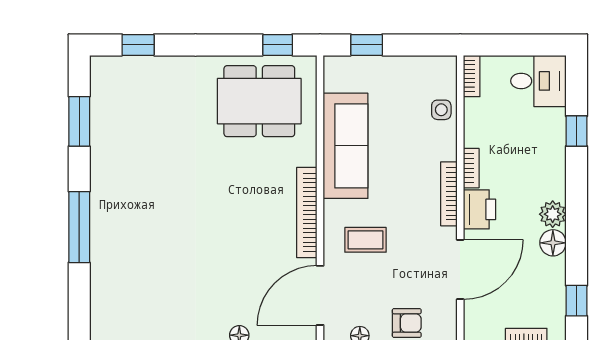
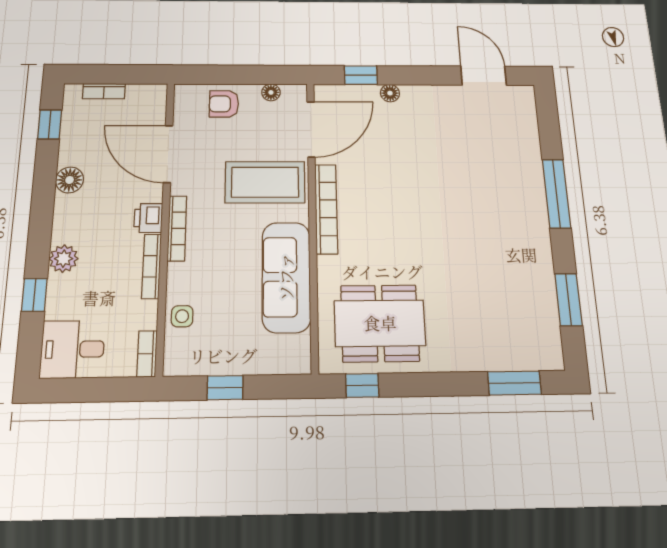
window: (138, 45) -> (514, 383), width x1.50
window: (367, 45) -> (225, 388), moved
bookcase: (471, 168) -> (151, 266), width x1.56
printer: (480, 209) -> (148, 218), width x0.73, depth x0.81
plant: (553, 214) -> (64, 259), moved
coffee table: (366, 240) -> (265, 182), width x1.86, depth x1.72
door: (460, 270) -> (168, 154), hinge flipped

